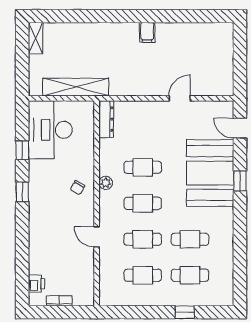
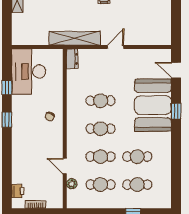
shelving: (76, 87) -> (75, 38), moved
door: (180, 98) -> (115, 47), moved
dresser: (106, 119) -> (72, 59), width x0.70
plant: (106, 183) -> (72, 184), moved
door: (97, 237) -> (65, 166), moved

